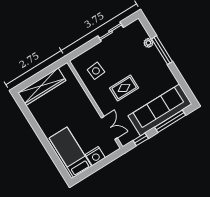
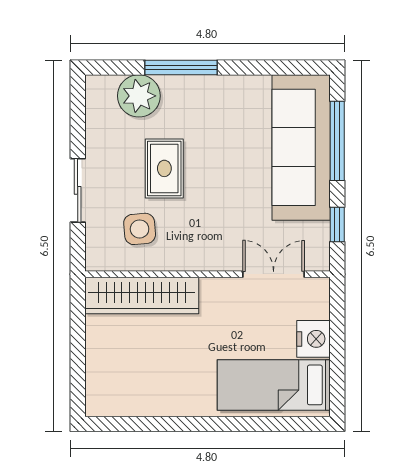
sliding door: (111, 32) -> (78, 190), moved
plant: (148, 43) -> (139, 96), width x1.88, depth x1.88
wardrobe: (42, 87) -> (142, 295), moved, turned 90
rug: (124, 88) -> (164, 168), moved

